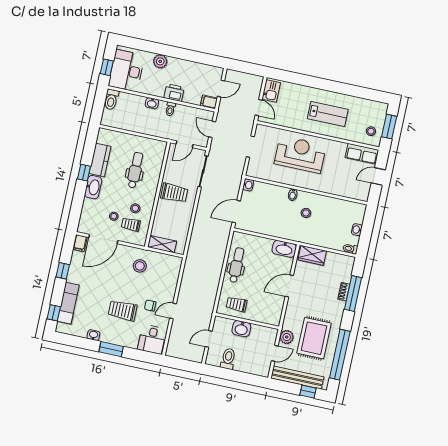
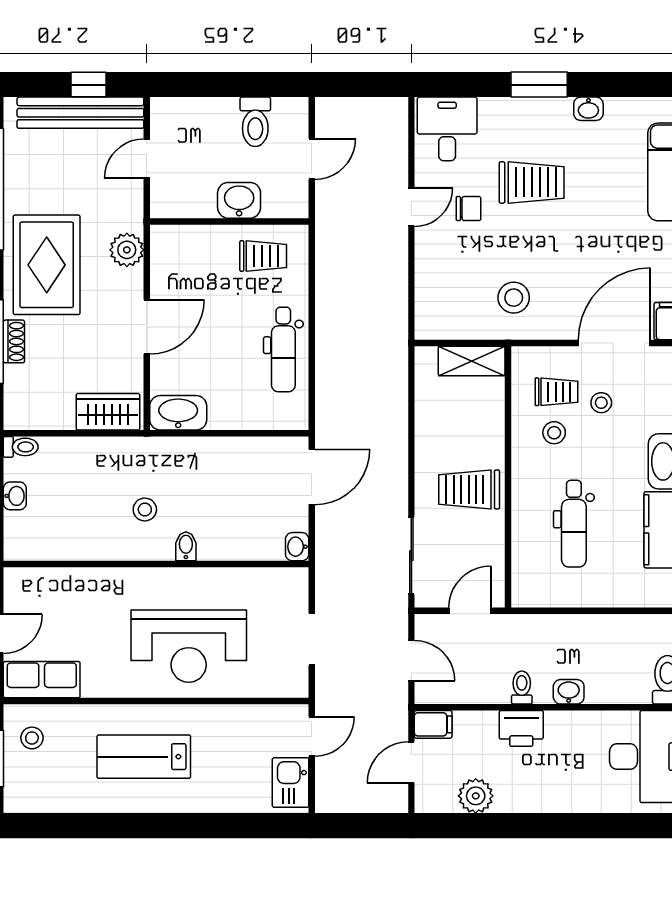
plant: (160, 61) -> (476, 796), moved
door: (259, 108) -> (312, 736), swing flipped
plant: (287, 337) -> (127, 250), moved
rug: (314, 338) -> (47, 265), moved
window: (308, 392) -> (89, 85), moved

